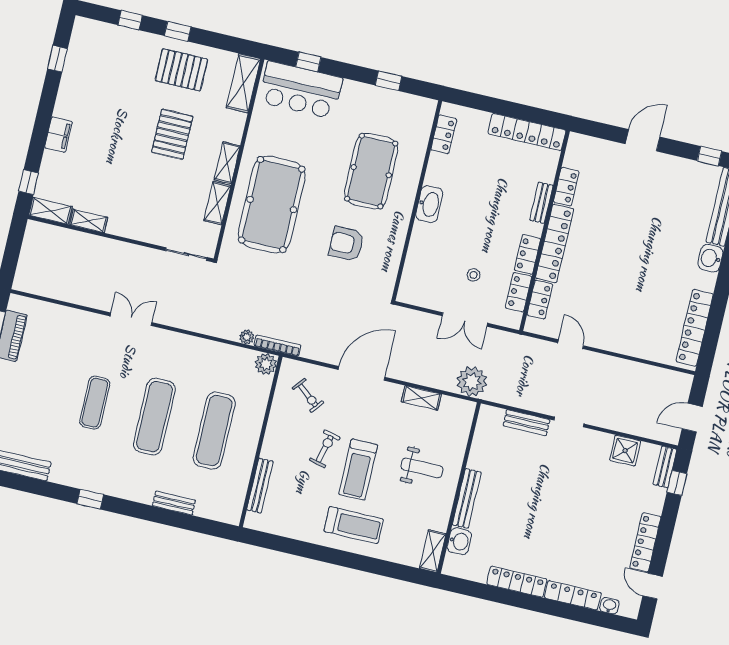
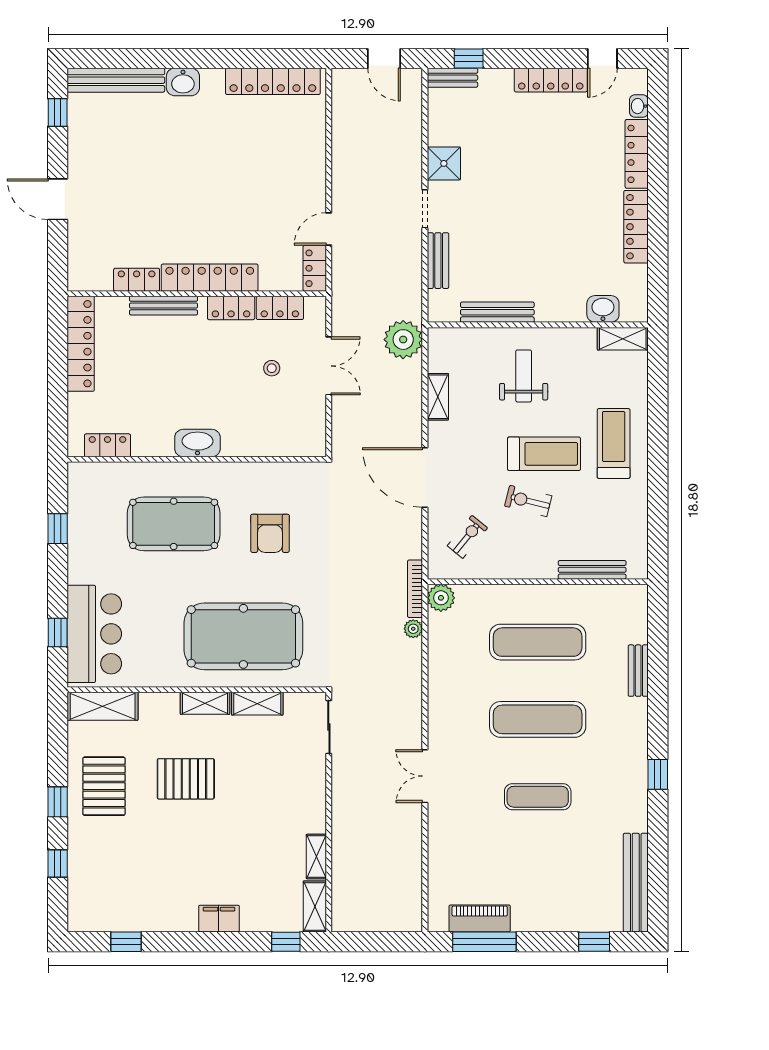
bench: (541, 203) -> (163, 306), width x1.36
locker: (540, 300) -> (315, 268), moved, turned -90
shower: (625, 451) -> (444, 163), moved
bench: (467, 498) -> (497, 312), moved

